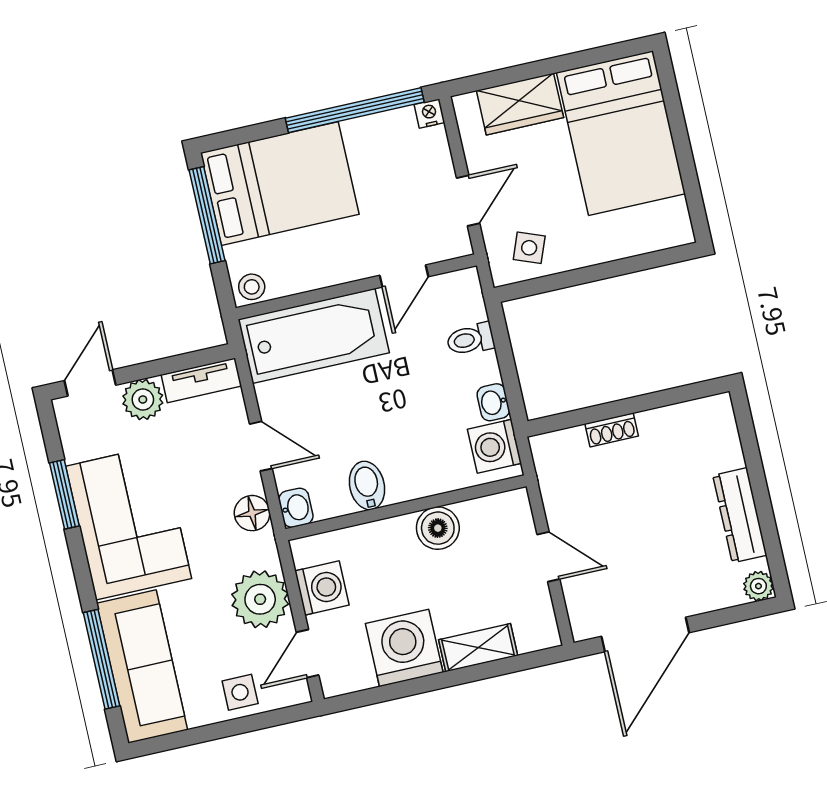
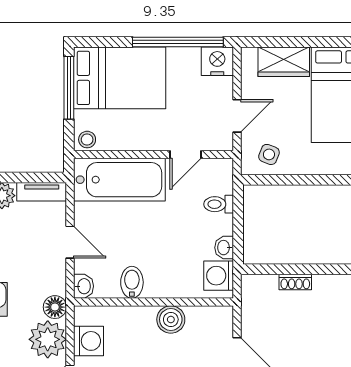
nightstand: (429, 114) -> (217, 61), width x1.89, depth x1.79
floor lamp: (252, 513) -> (55, 307), moved

